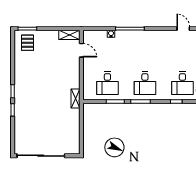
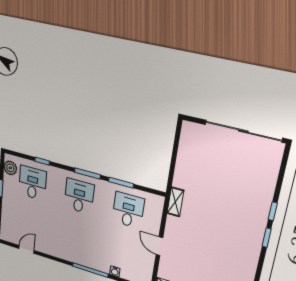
door: (183, 29) -> (26, 249), swing flipped
door: (81, 50) -> (159, 246), moved

